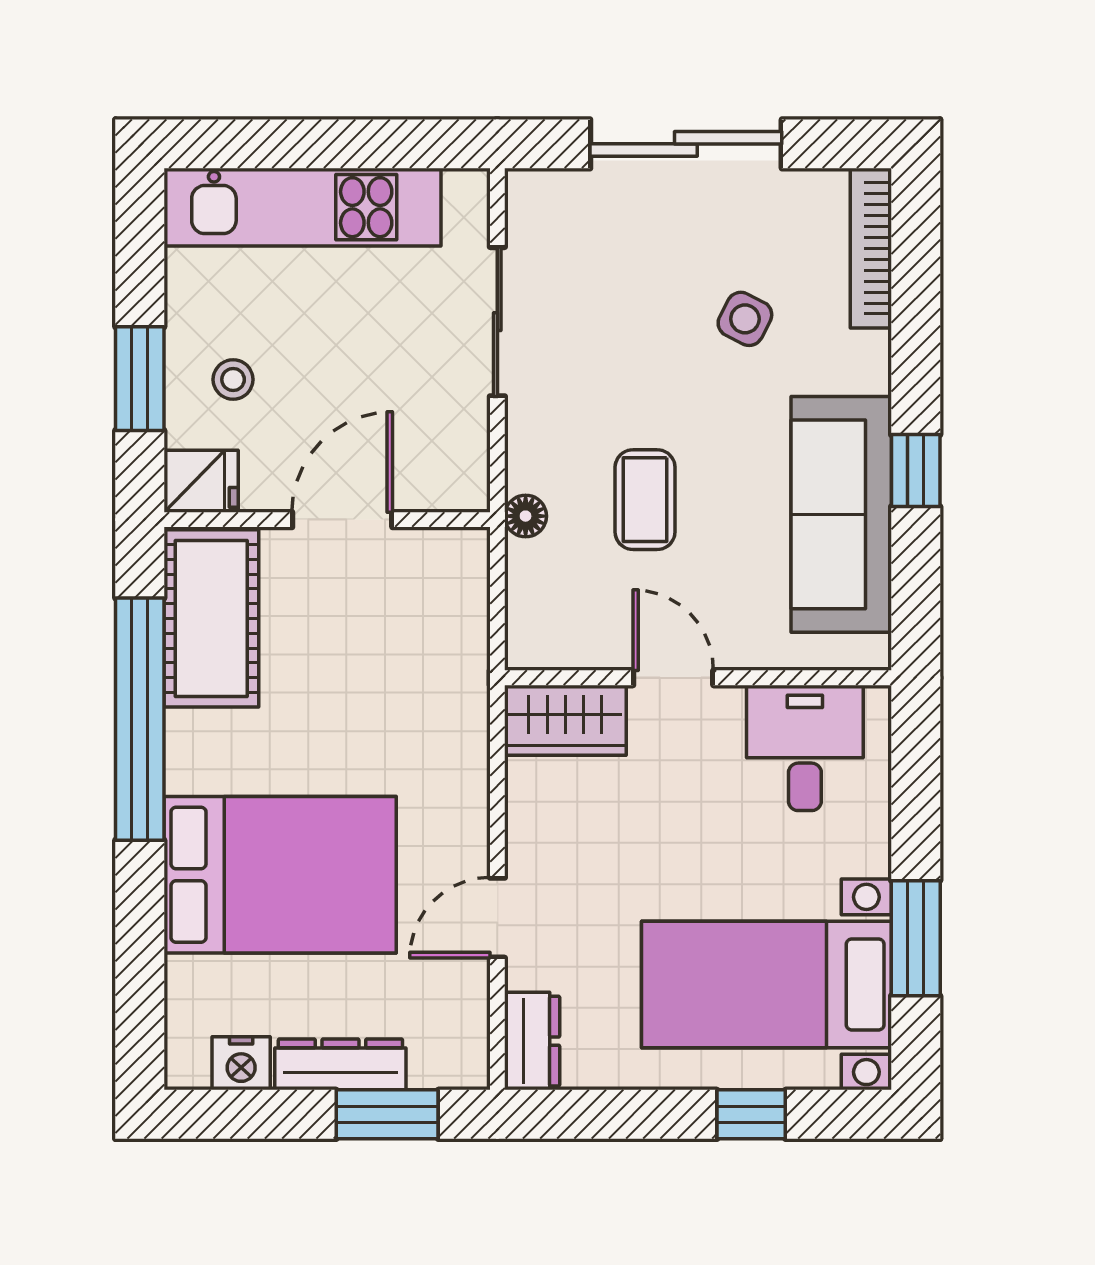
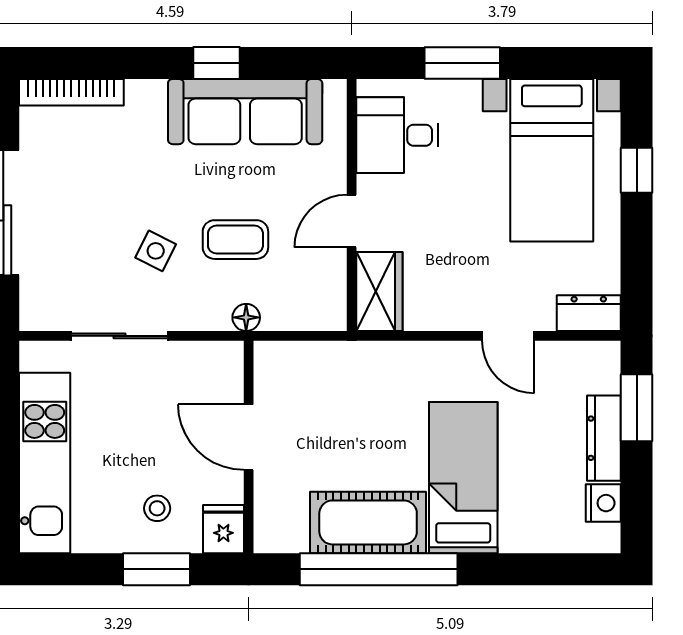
side table: (745, 319) -> (156, 251), moved
cot: (211, 618) -> (368, 522), moved
bed: (280, 875) -> (463, 478), width x0.67
window: (916, 938) -> (462, 63), moved

